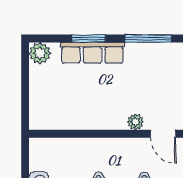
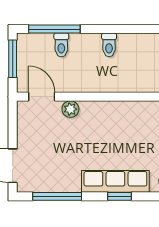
window: (89, 38) -> (119, 196), width x0.67

